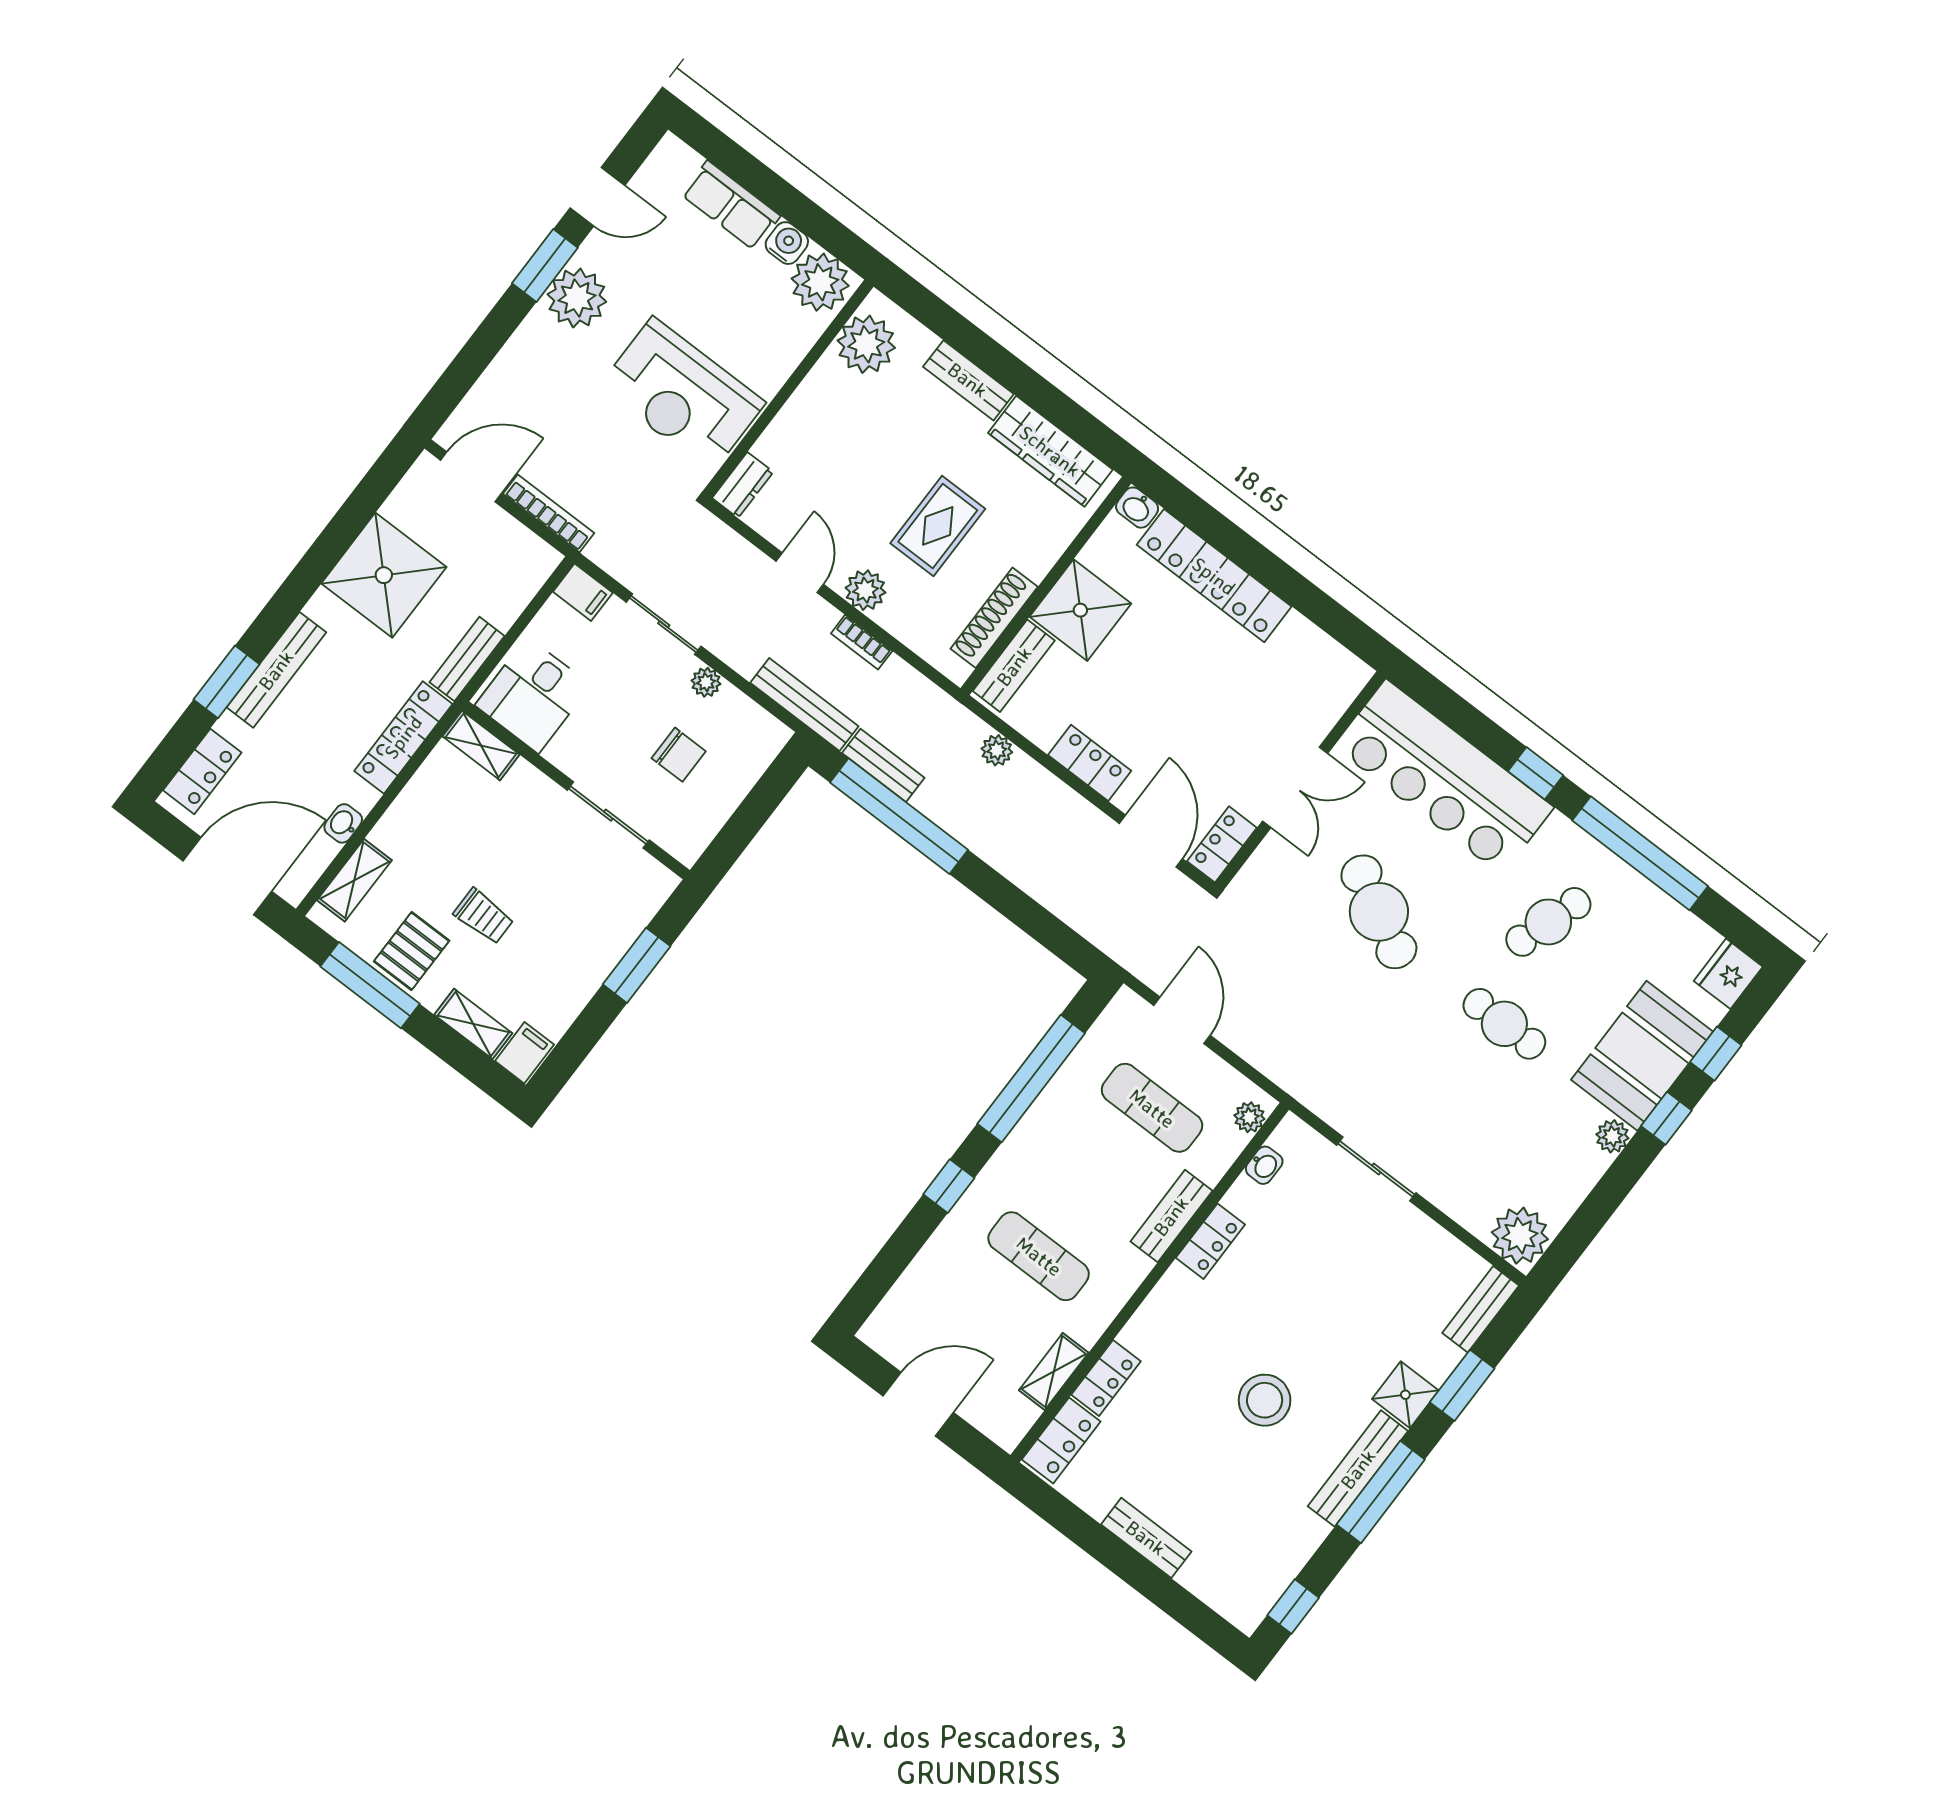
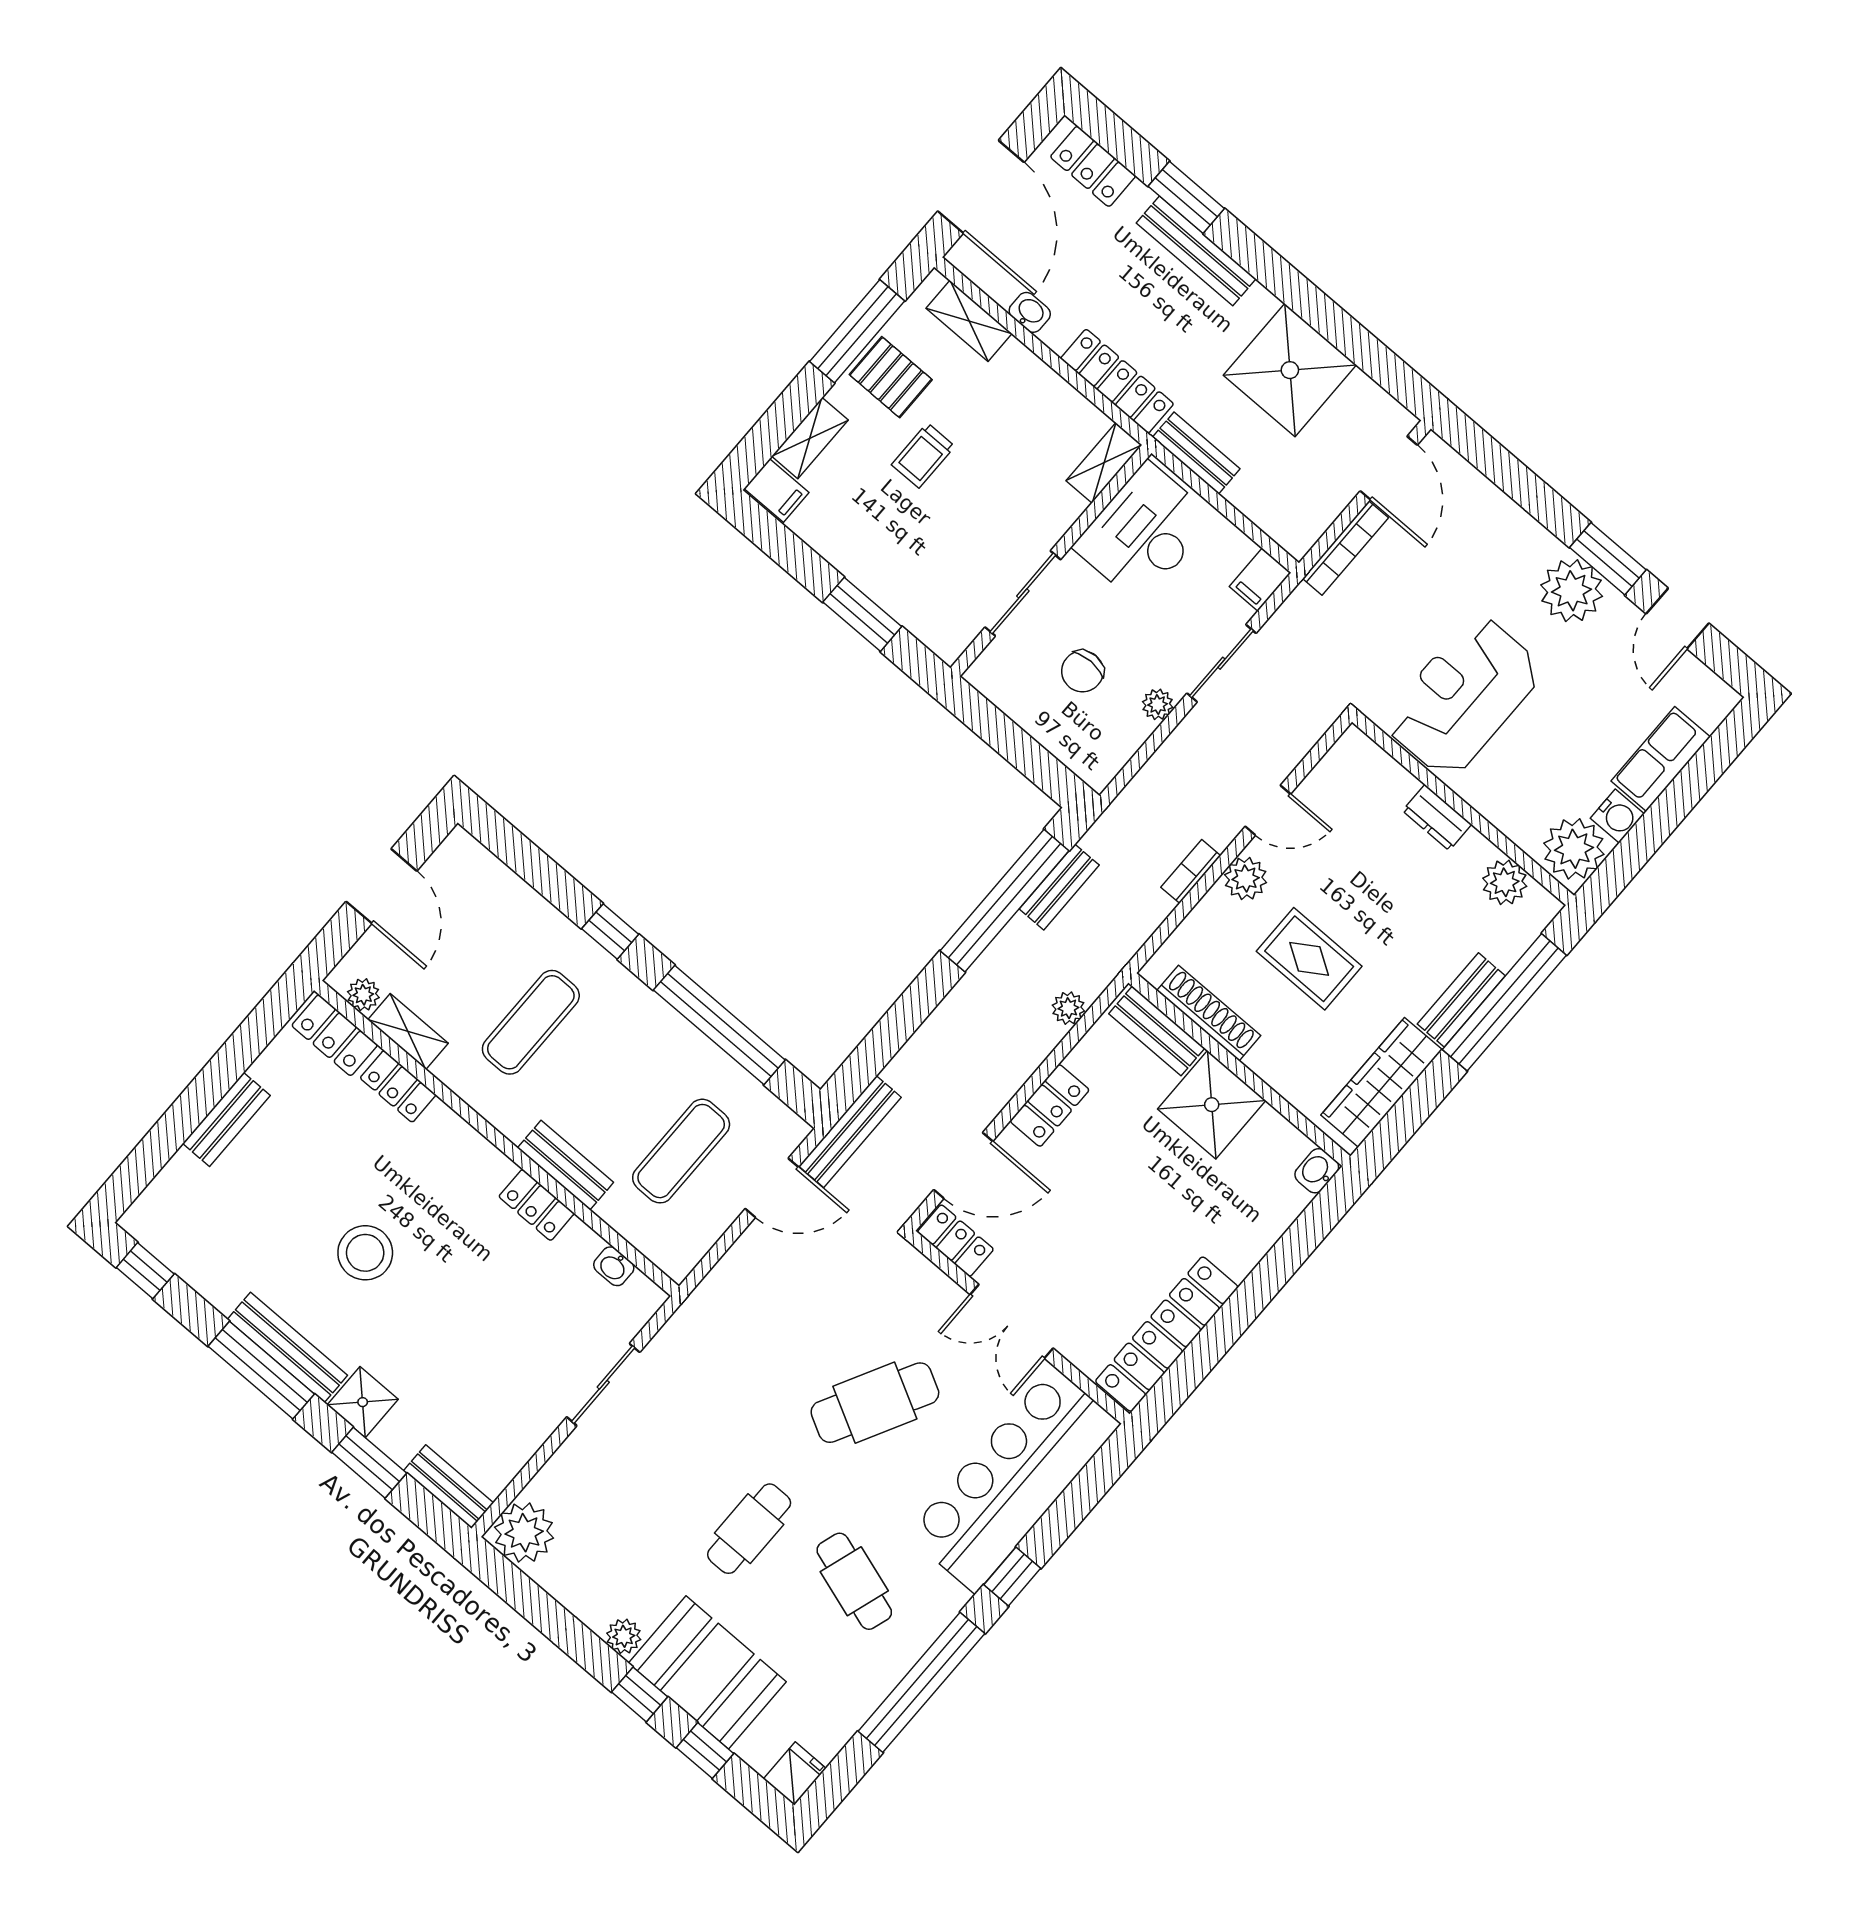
window: (968, 340) -> (1504, 1002), added
plant: (866, 344) -> (1505, 882), width x0.73, depth x0.73
dresser: (743, 485) -> (1437, 818), moved
locker: (1214, 576) -> (1167, 1334), moved
desk: (533, 695) -> (1144, 533), width x1.37
bench: (804, 705) -> (850, 1132), moved
fridge: (1728, 974) -> (795, 1774), width x0.72
plant: (1249, 1117) -> (363, 995), moved

